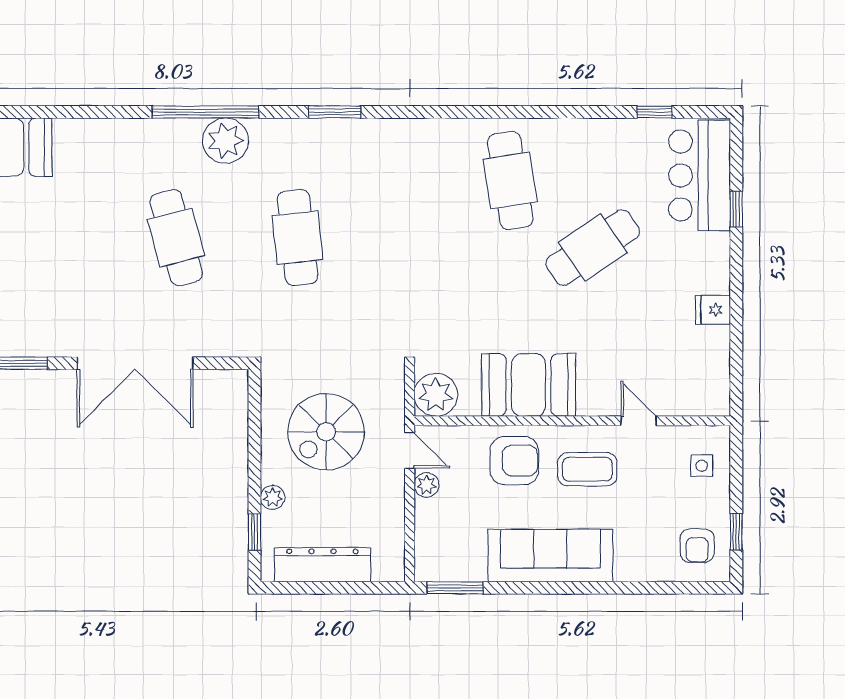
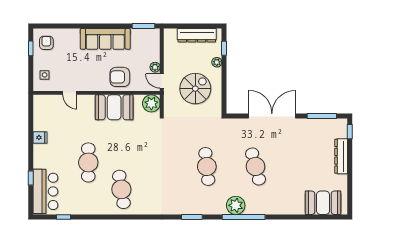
cafe table: (593, 248) -> (88, 162), turned -56
coffee table: (587, 469) -> (90, 74), removed

